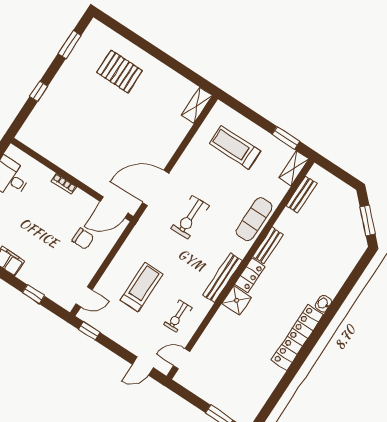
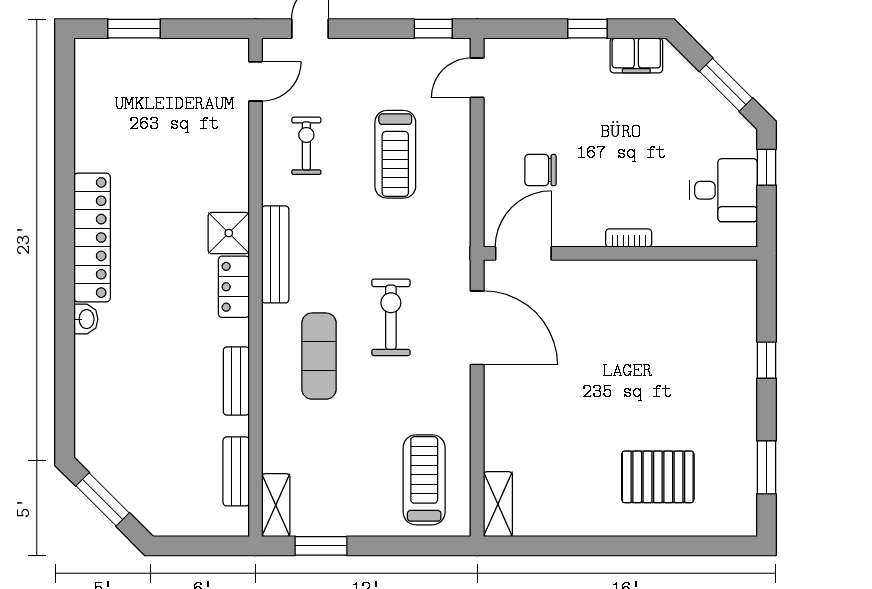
treadmill: (235, 147) -> (424, 480), moved, turned -90
door: (156, 188) -> (477, 328), hinge flipped
exercise mat: (254, 219) -> (319, 356), moved
bench: (268, 246) -> (236, 381), moved
window: (33, 294) -> (587, 29), moved

